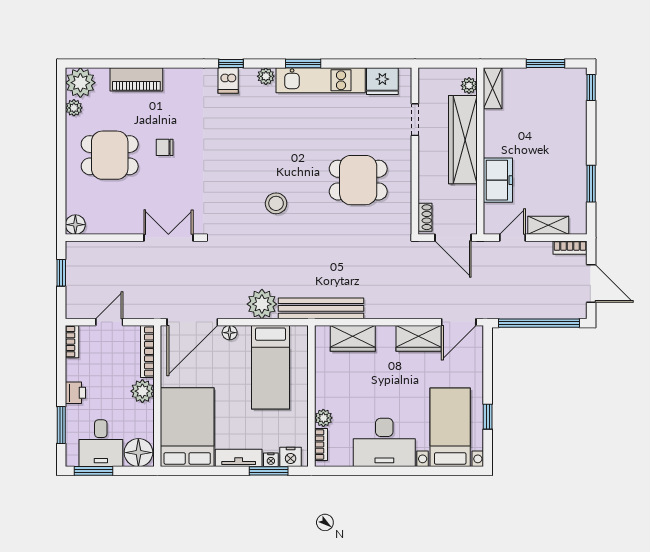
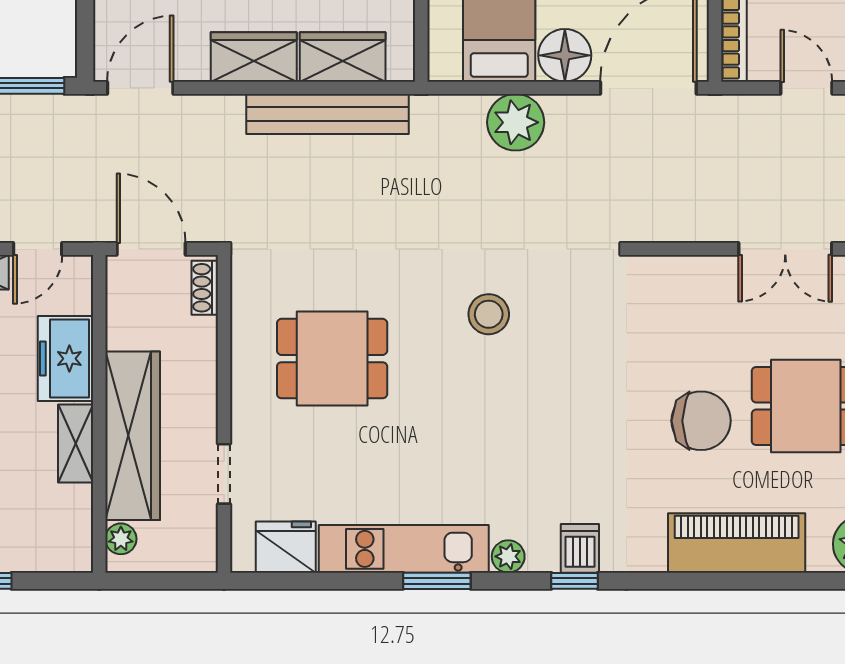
piano: (136, 79) -> (737, 543), width x1.37, depth x1.33
shelving: (493, 88) -> (76, 443), moved
chair: (165, 147) -> (701, 421), width x1.87, depth x1.87
double door: (168, 238) -> (785, 249), moved
bench: (321, 308) -> (328, 114), moved
door: (109, 322) -> (806, 88), swing flipped
floor lamp: (230, 333) -> (565, 55), width x1.89, depth x1.89
wardrobe: (419, 338) -> (254, 57), moved

